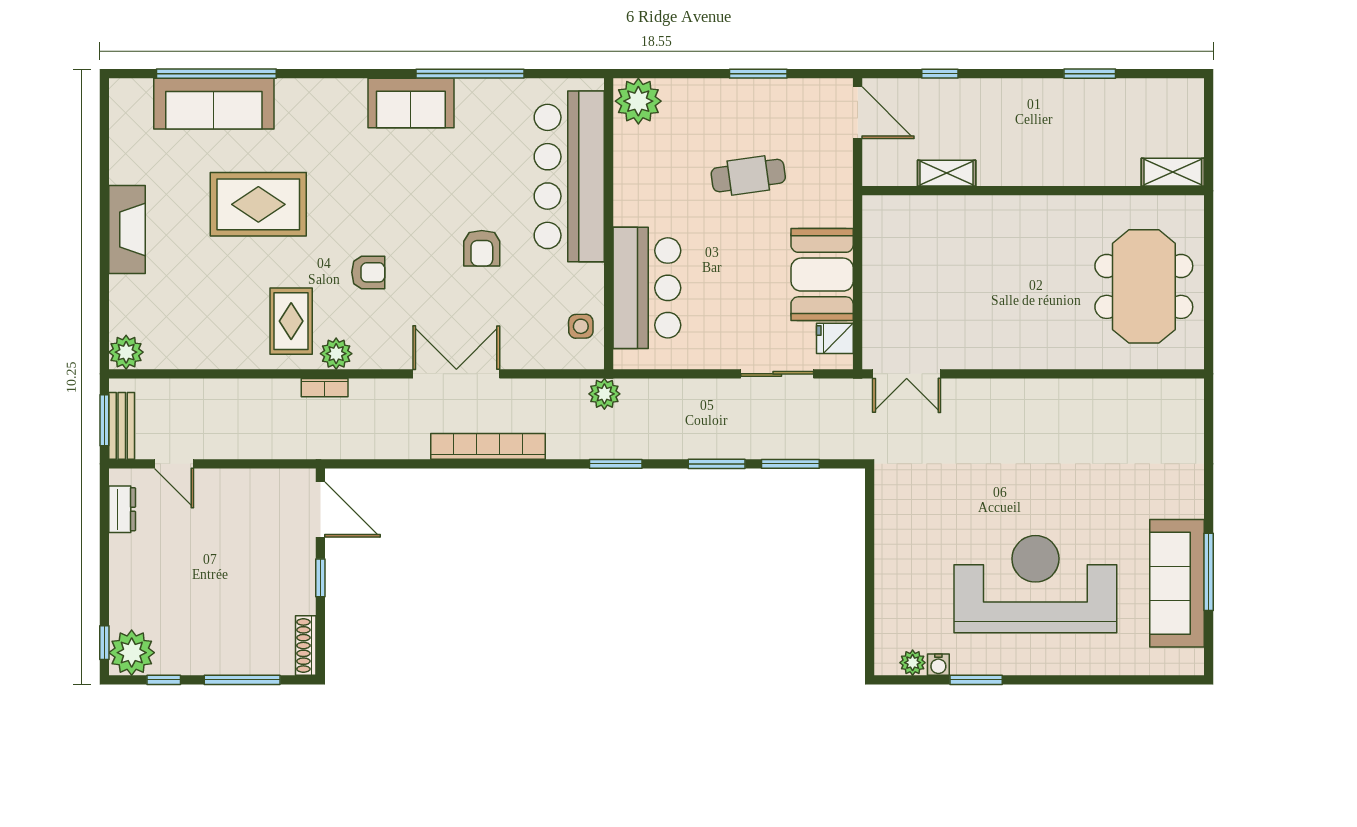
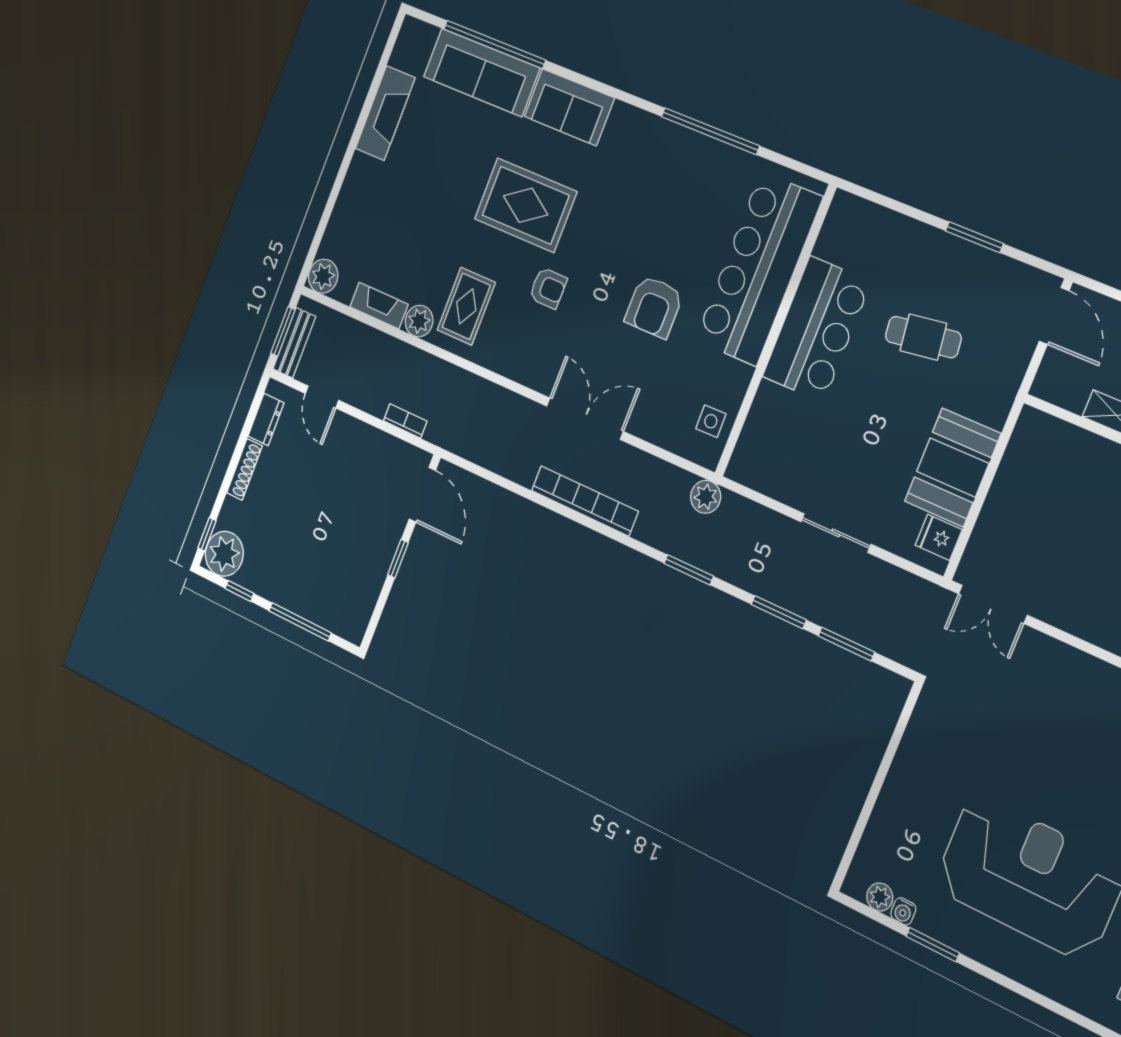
plant: (638, 101) -> (851, 220), removed
sofa: (411, 103) -> (569, 107), moved
rug: (258, 204) -> (526, 205), moved
fireplace: (127, 230) -> (385, 113), moved
armchair: (482, 248) -> (654, 307), width x1.38, depth x1.38
bar counter: (647, 288) -> (817, 329), moved
plant: (336, 354) -> (419, 321), moved
fireplace: (198, 356) -> (379, 306), added
sliding door: (777, 374) -> (836, 533), moved
bookcase: (325, 388) -> (405, 421), moved, turned 180
shoe rack: (306, 646) -> (245, 469), moved, turned 180

